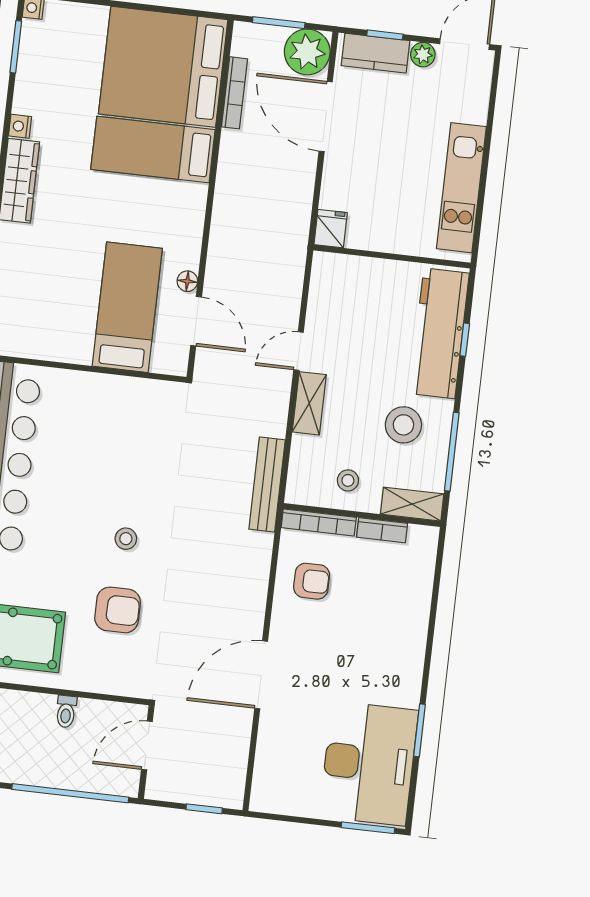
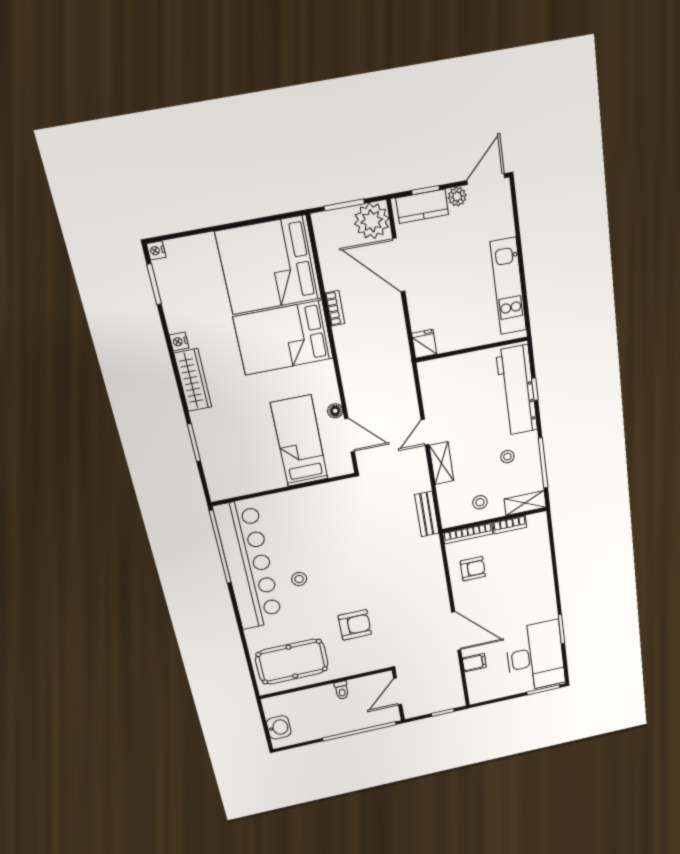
bookcase: (234, 93) -> (335, 308), moved, width x0.64
bed: (153, 150) -> (283, 338), width x1.50
stool: (403, 425) -> (507, 457), width x0.53, depth x0.53
bench: (267, 484) -> (427, 514), width x0.73
stool: (126, 539) -> (299, 579), moved
door: (261, 675) -> (456, 631), swing flipped
filing cabinet: (274, 739) -> (474, 663), added

